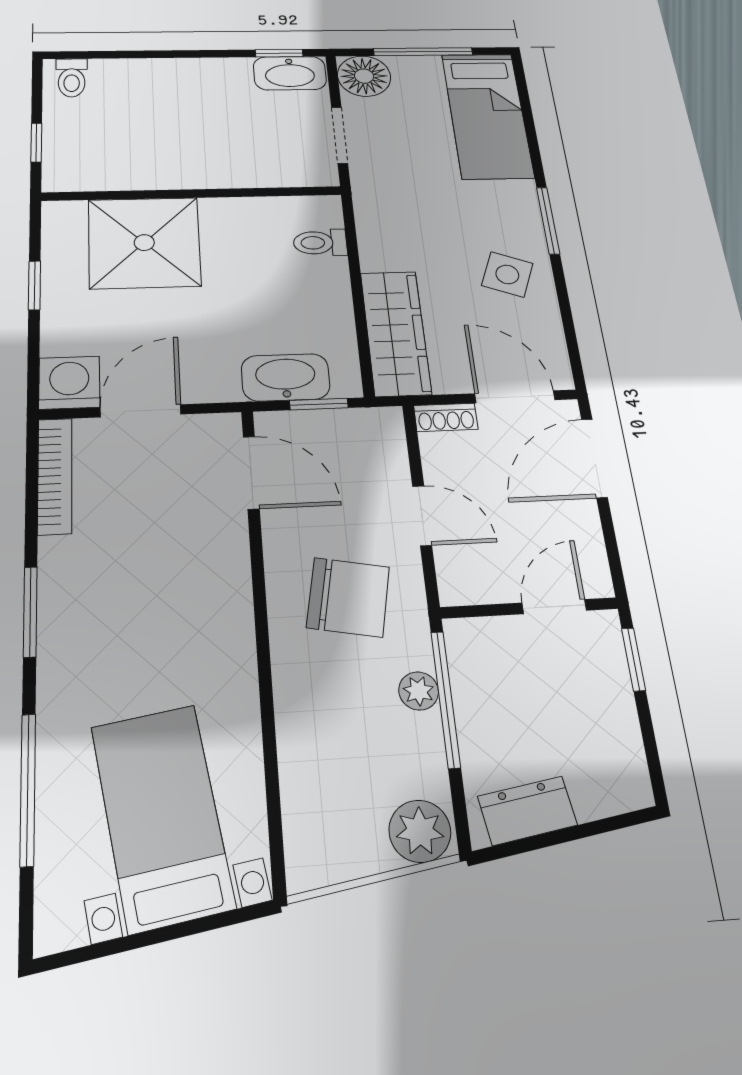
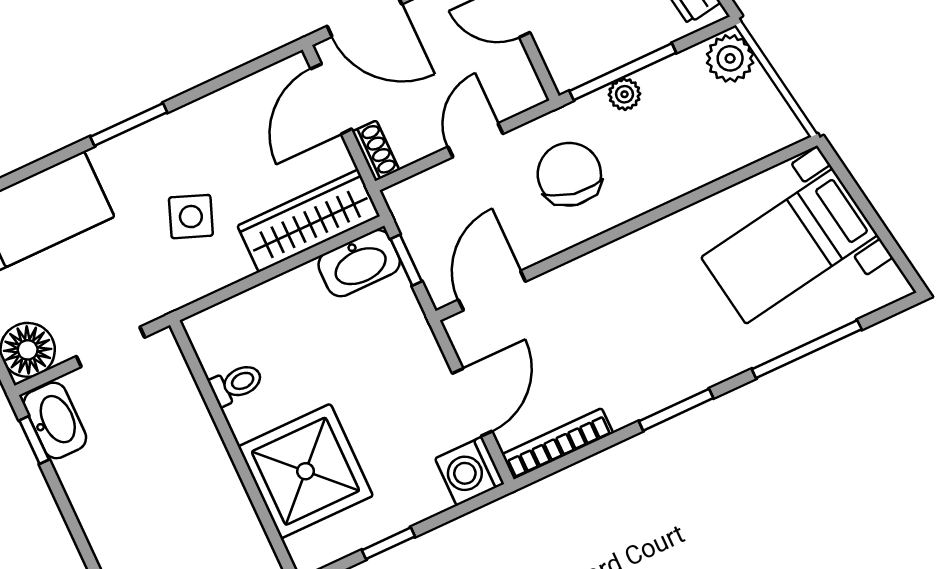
toilet: (320, 243) -> (236, 384), moved, turned -90
side table: (507, 274) -> (191, 217), moved
washbasin: (286, 377) -> (359, 263), moved, turned -90
door: (141, 411) -> (472, 402), swing flipped

